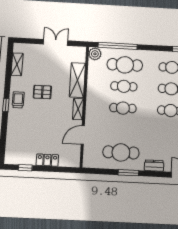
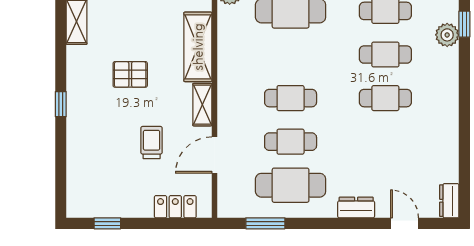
cafe table: (124, 86) -> (291, 142), moved
trolley: (18, 100) -> (152, 142), moved
locker: (47, 160) -> (175, 207), moved
window: (128, 173) -> (265, 223), moved

